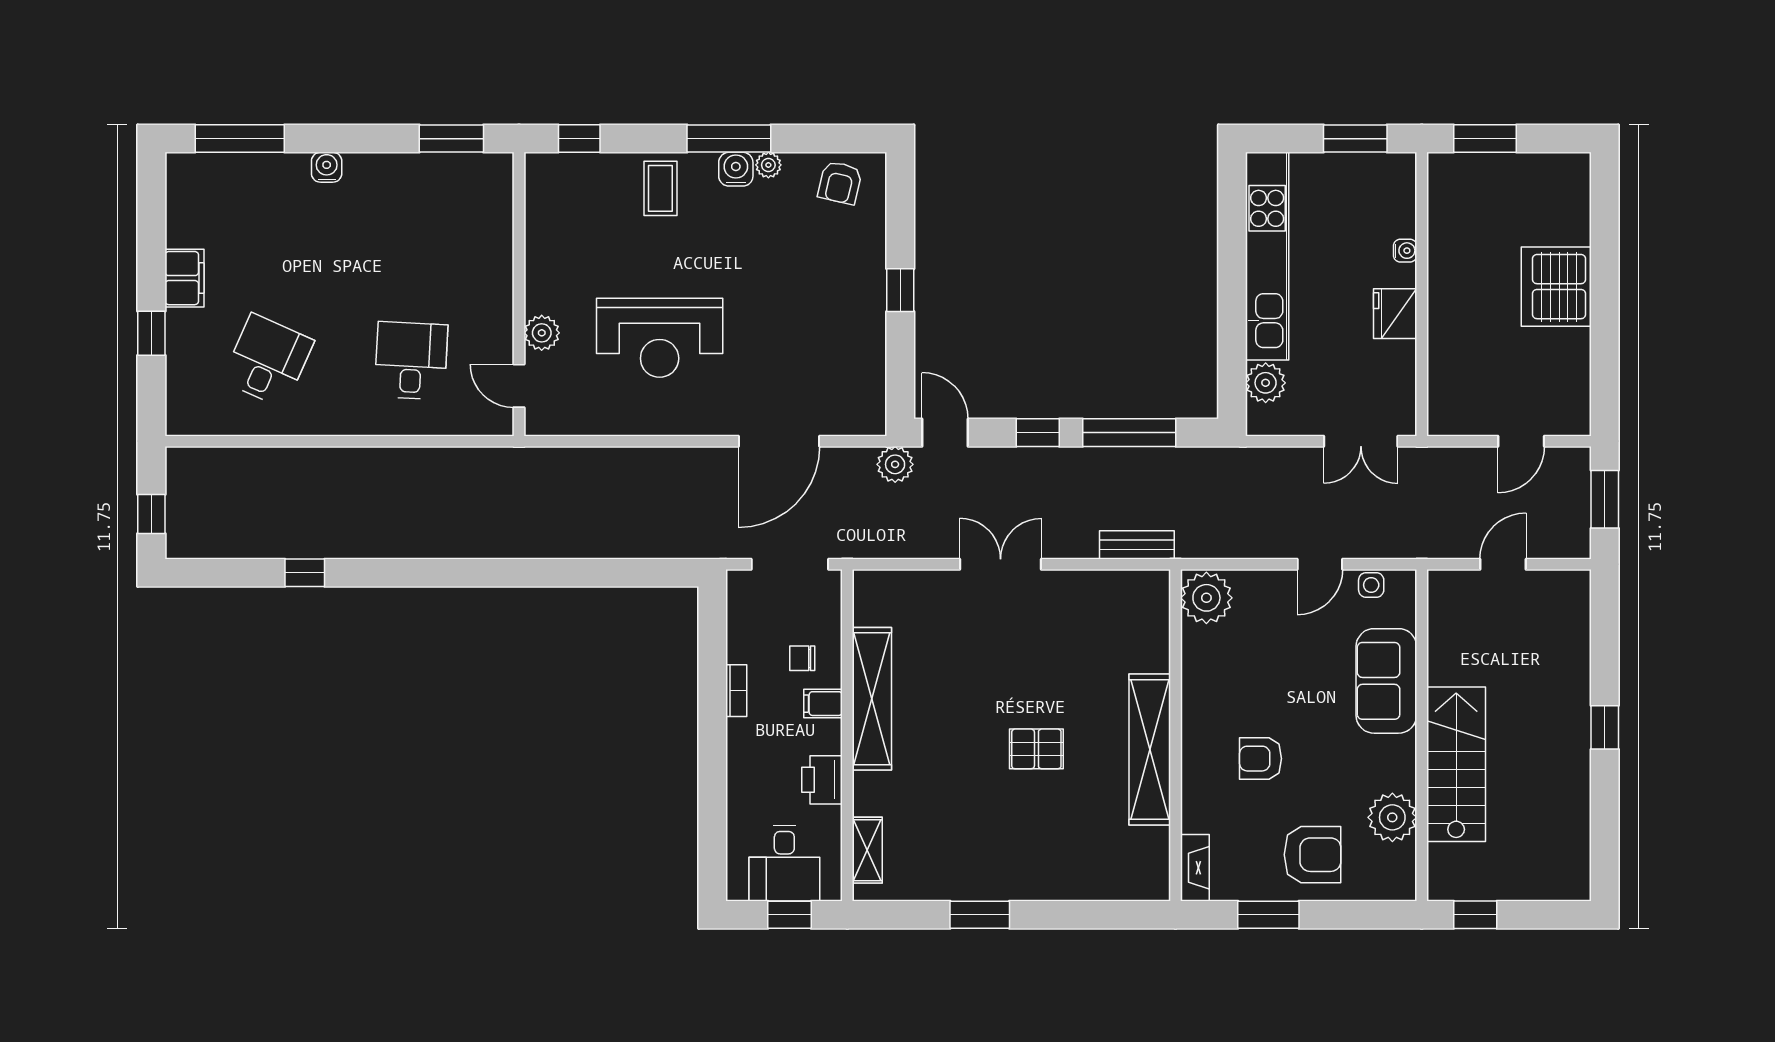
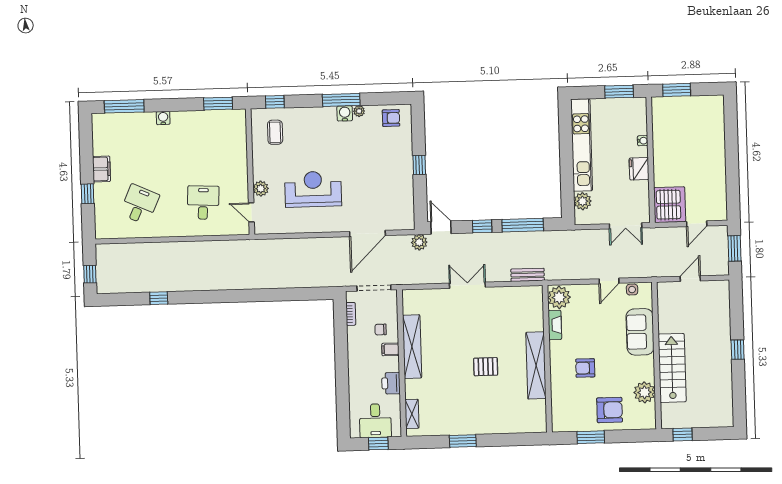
armchair: (840, 183) -> (391, 118), turned -103
coffee table: (660, 188) -> (275, 132), moved
server rack: (1556, 287) -> (670, 205), moved, turned 180
reception desk: (660, 338) -> (313, 189), turned 180
bookcase: (736, 691) -> (351, 314), moved
fireplace: (1195, 868) -> (555, 325), moved

